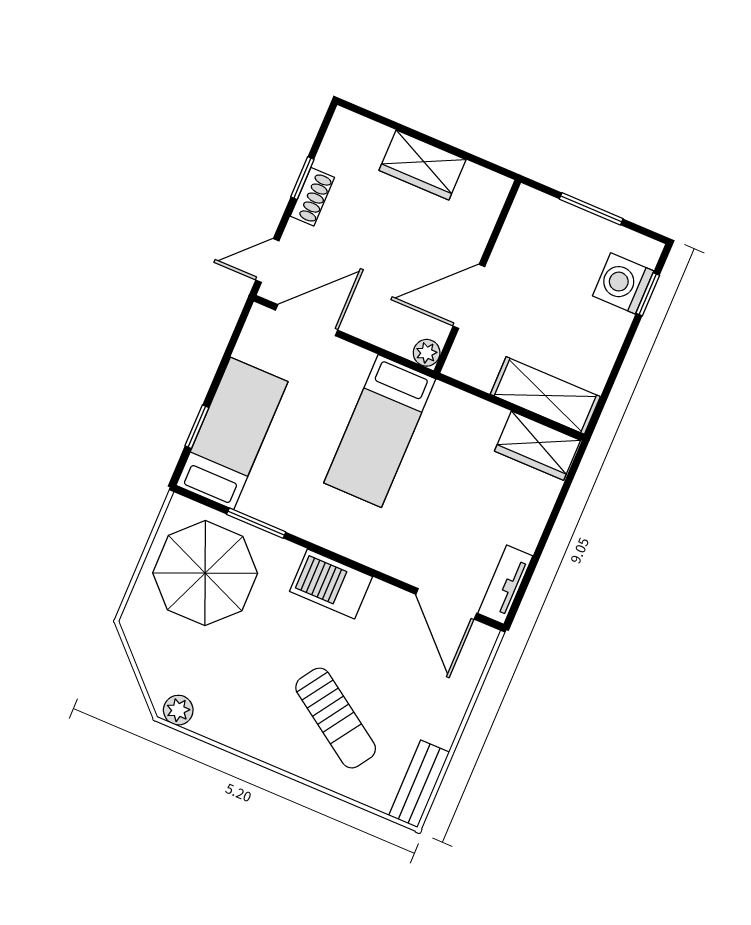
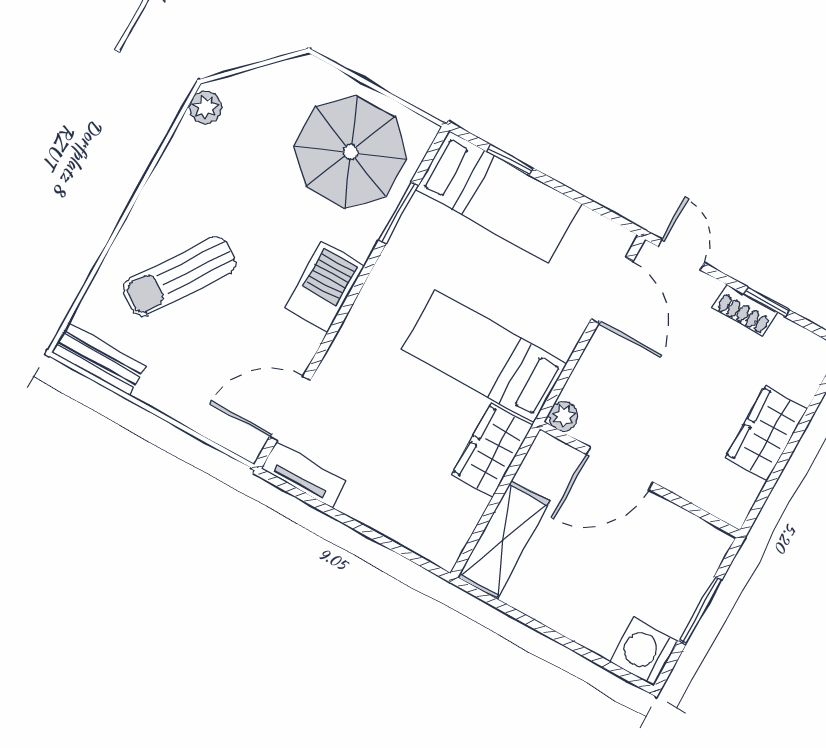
washing machine: (623, 283) -> (644, 652), moved, turned -90
window: (648, 294) -> (602, 662), removed
door: (469, 296) -> (620, 468), swing flipped
wardrobe: (537, 446) -> (492, 450), moved

